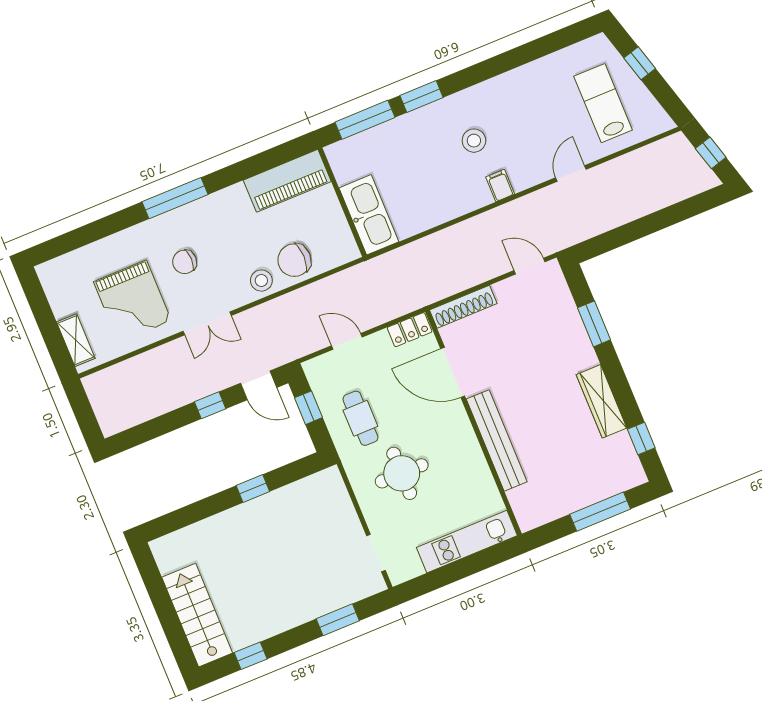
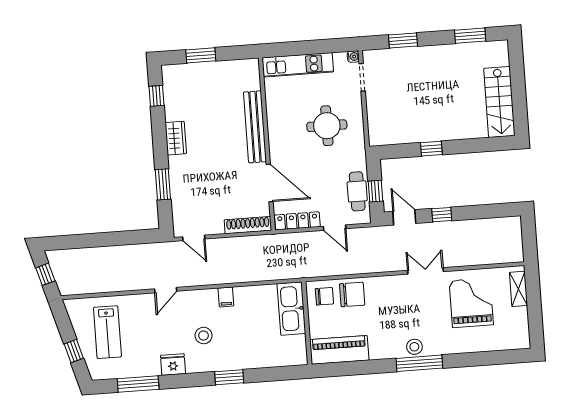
fridge: (502, 89) -> (173, 364), added
window: (365, 120) -> (138, 384), moved
door: (571, 173) -> (166, 290), moved
filing cabinet: (500, 186) -> (226, 297), moved
chair: (185, 262) -> (324, 296), moved
stool: (261, 281) -> (414, 347), moved
locker: (410, 330) -> (297, 221), width x1.53
wardrobe: (601, 401) -> (176, 138), width x0.67
cafe table: (360, 418) -> (357, 191), moved
window: (600, 512) -> (201, 55), width x0.69
water cooler: (397, 577) -> (353, 57), added
stairs: (197, 615) -> (499, 102), moved
window: (251, 656) -> (470, 36), width x1.50

